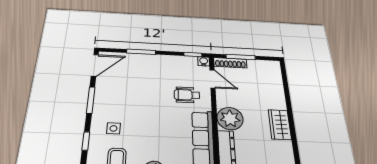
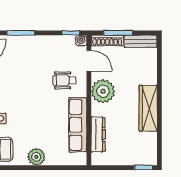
bench: (264, 65) -> (141, 41), added
plant: (230, 119) -> (103, 91), moved
wardrobe: (280, 125) -> (148, 108), width x1.50

